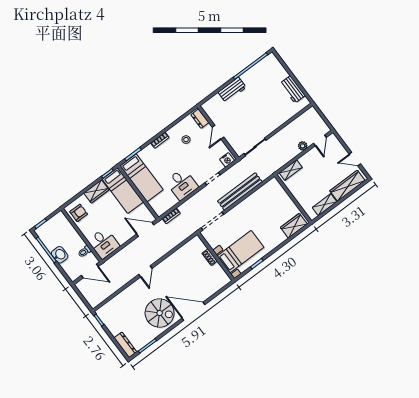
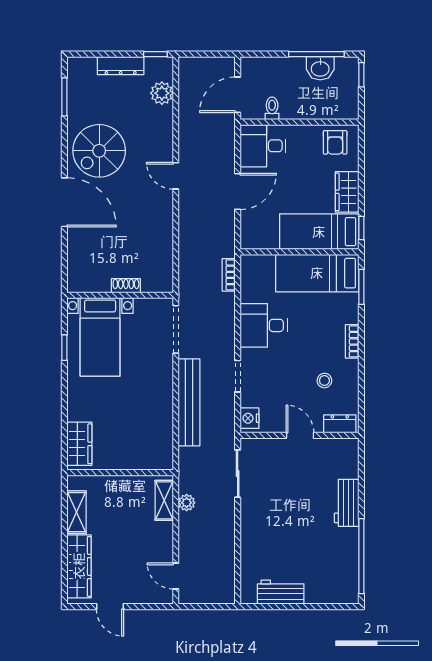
plant: (303, 146) -> (187, 503), moved
door: (355, 159) -> (110, 607), swing flipped
door: (145, 229) -> (238, 191), moved
washbasin: (60, 255) -> (320, 68), moved
plant: (114, 305) -> (162, 93), added
door: (193, 311) -> (64, 202), hinge flipped
dresser: (125, 345) -> (121, 66), moved

